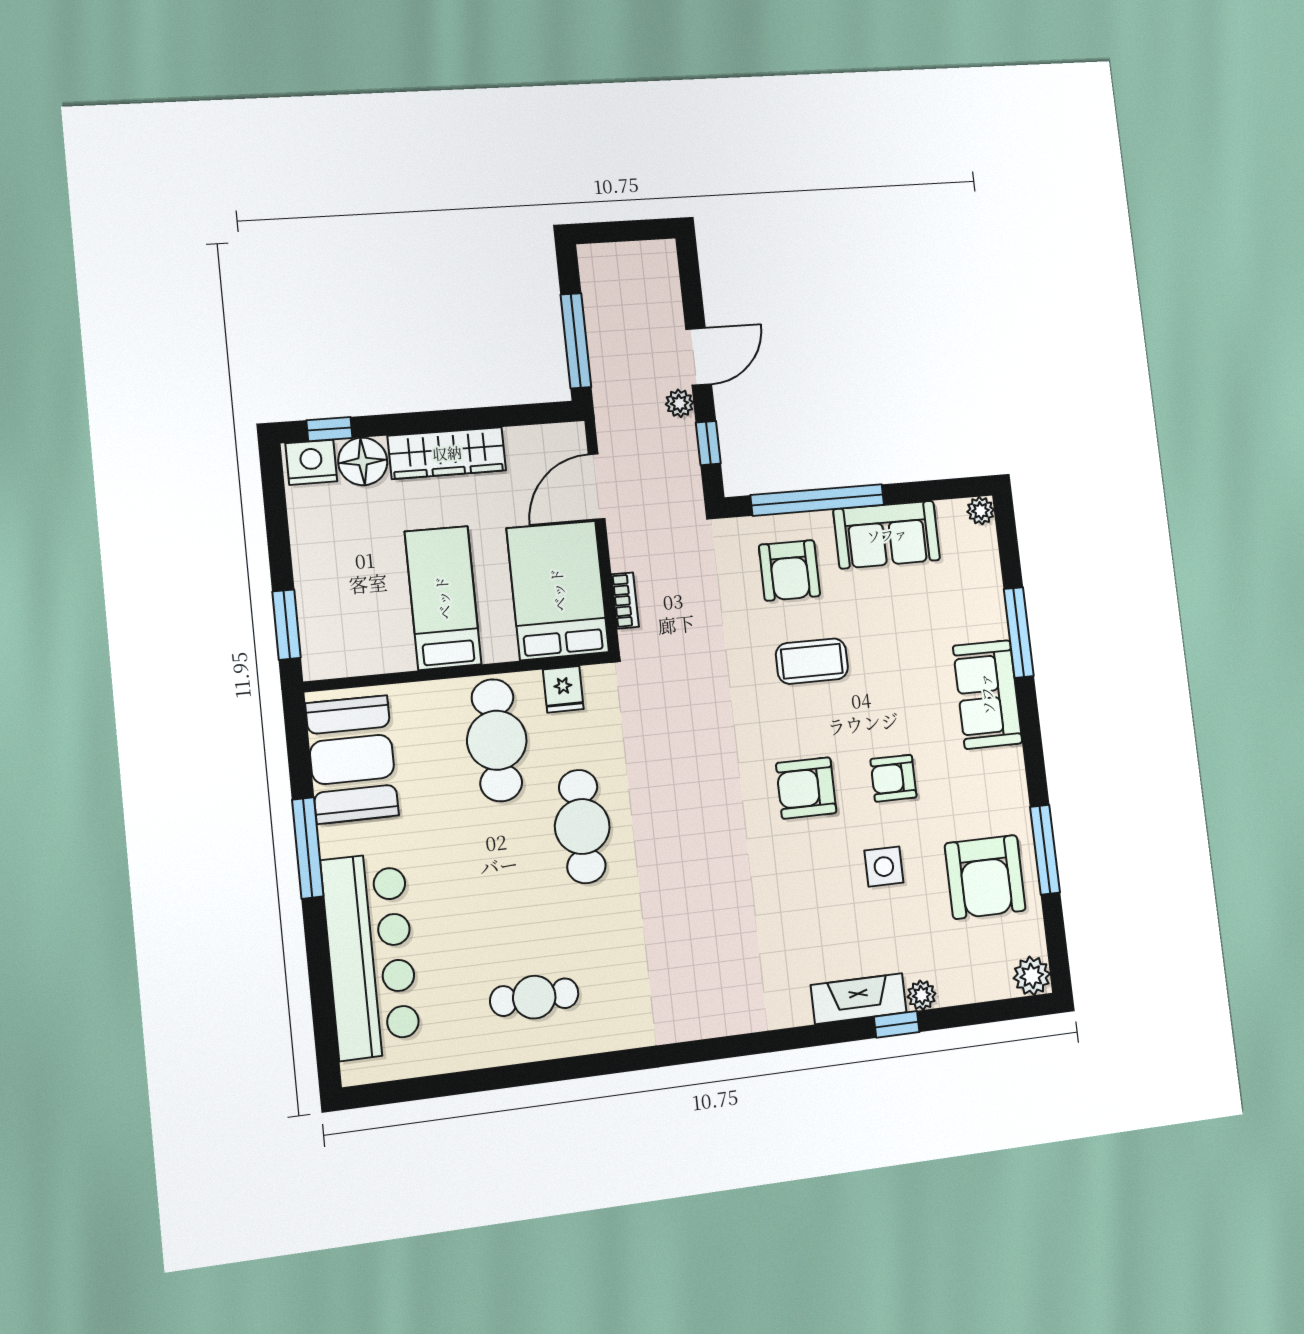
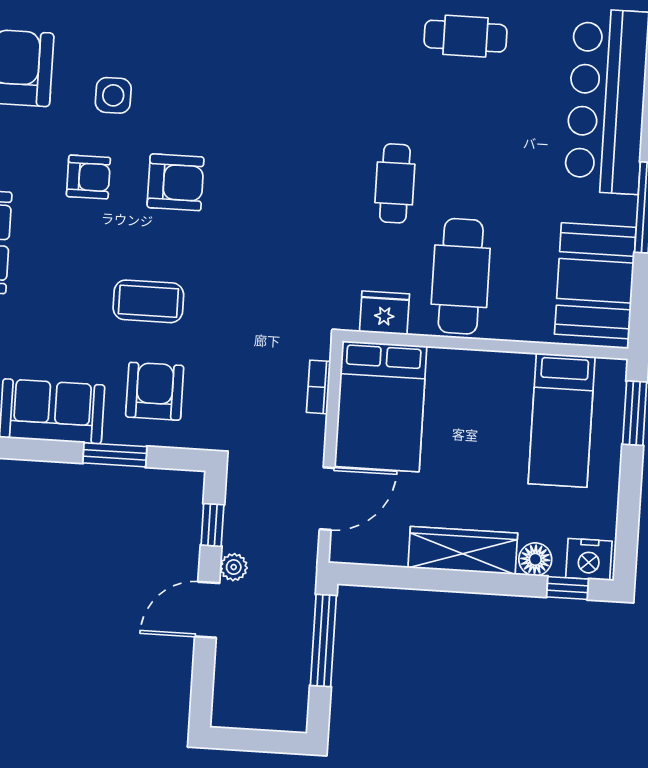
floor lamp: (363, 461) -> (535, 559), width x0.73, depth x0.73
window: (817, 500) -> (115, 455), width x0.47
bed: (443, 598) -> (562, 420), moved
fridge: (563, 689) -> (384, 313), width x1.38
cafe table: (582, 827) -> (395, 183), width x0.73, depth x0.74

